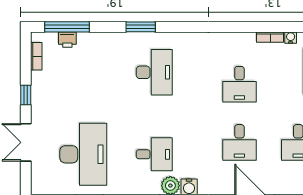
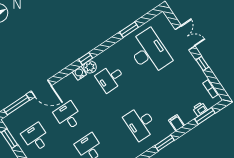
window: (67, 27) -> (205, 116), width x0.69
filing cabinet: (108, 42) -> (177, 123), added
desk: (83, 154) -> (149, 52), turned 180

